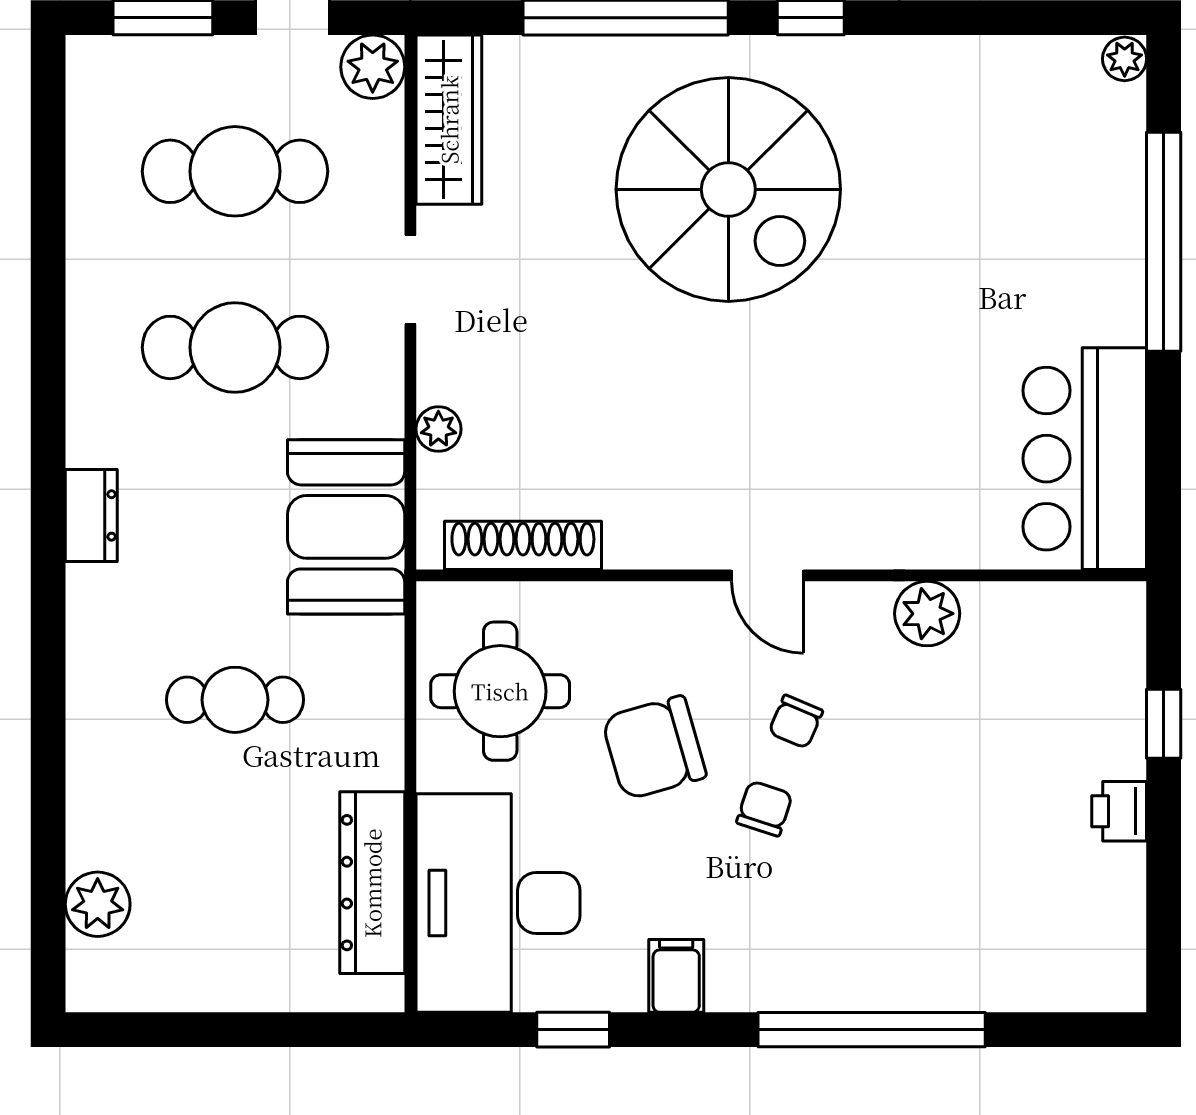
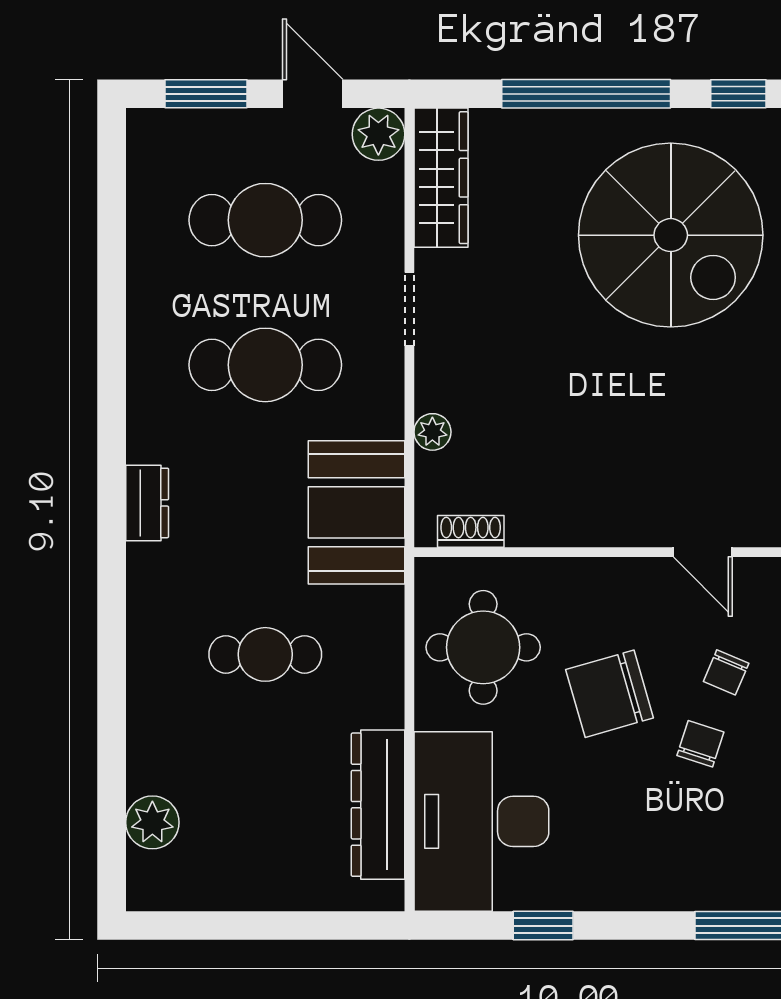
shoe rack: (523, 545) -> (471, 531), width x0.51, depth x0.81
filing cabinet: (676, 976) -> (628, 881), removed

